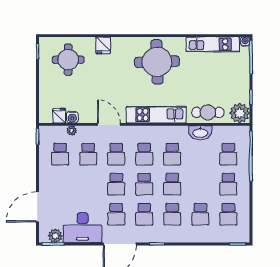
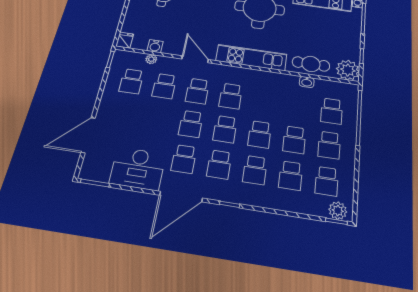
fridge: (59, 116) -> (125, 40), moved
washbasin: (200, 133) -> (307, 82), width x0.52, depth x0.69
school desk: (172, 154) -> (294, 140), moved
plant: (55, 236) -> (338, 211), moved

